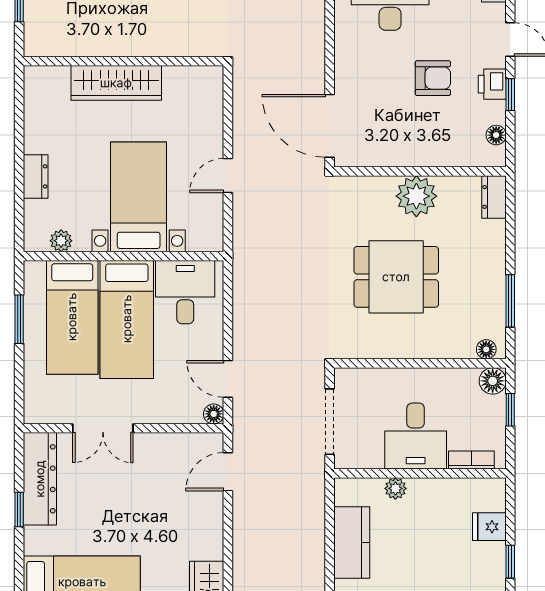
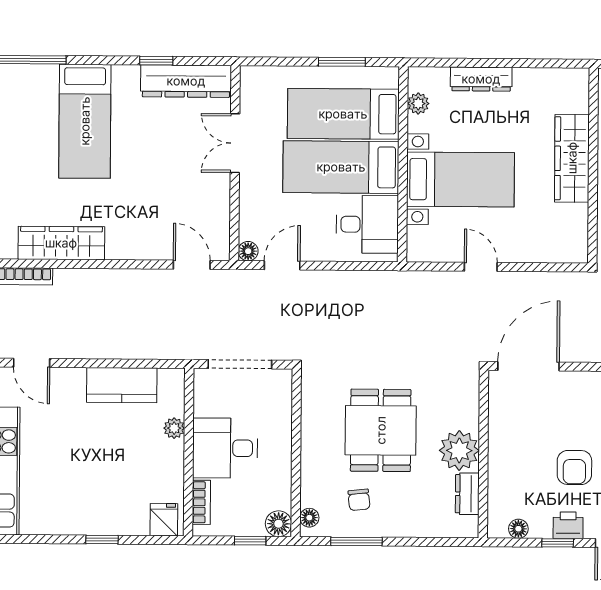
dresser: (36, 176) -> (481, 79), width x1.44
dresser: (494, 197) -> (467, 494), moved, turned -90
chair: (468, 299) -> (359, 500), added
fridge: (489, 527) -> (164, 520), moved

